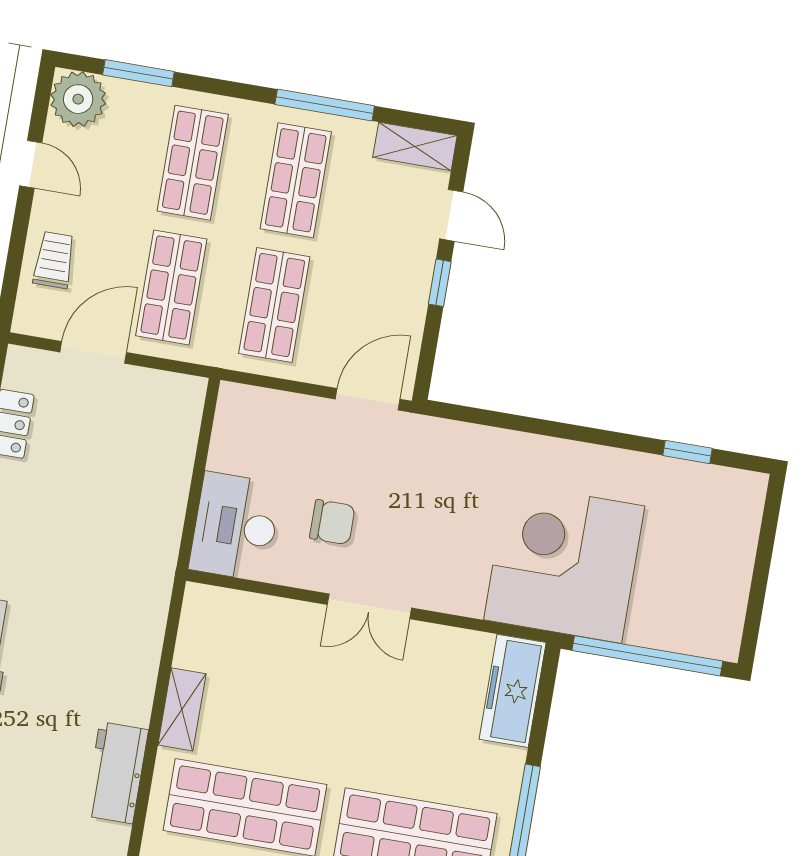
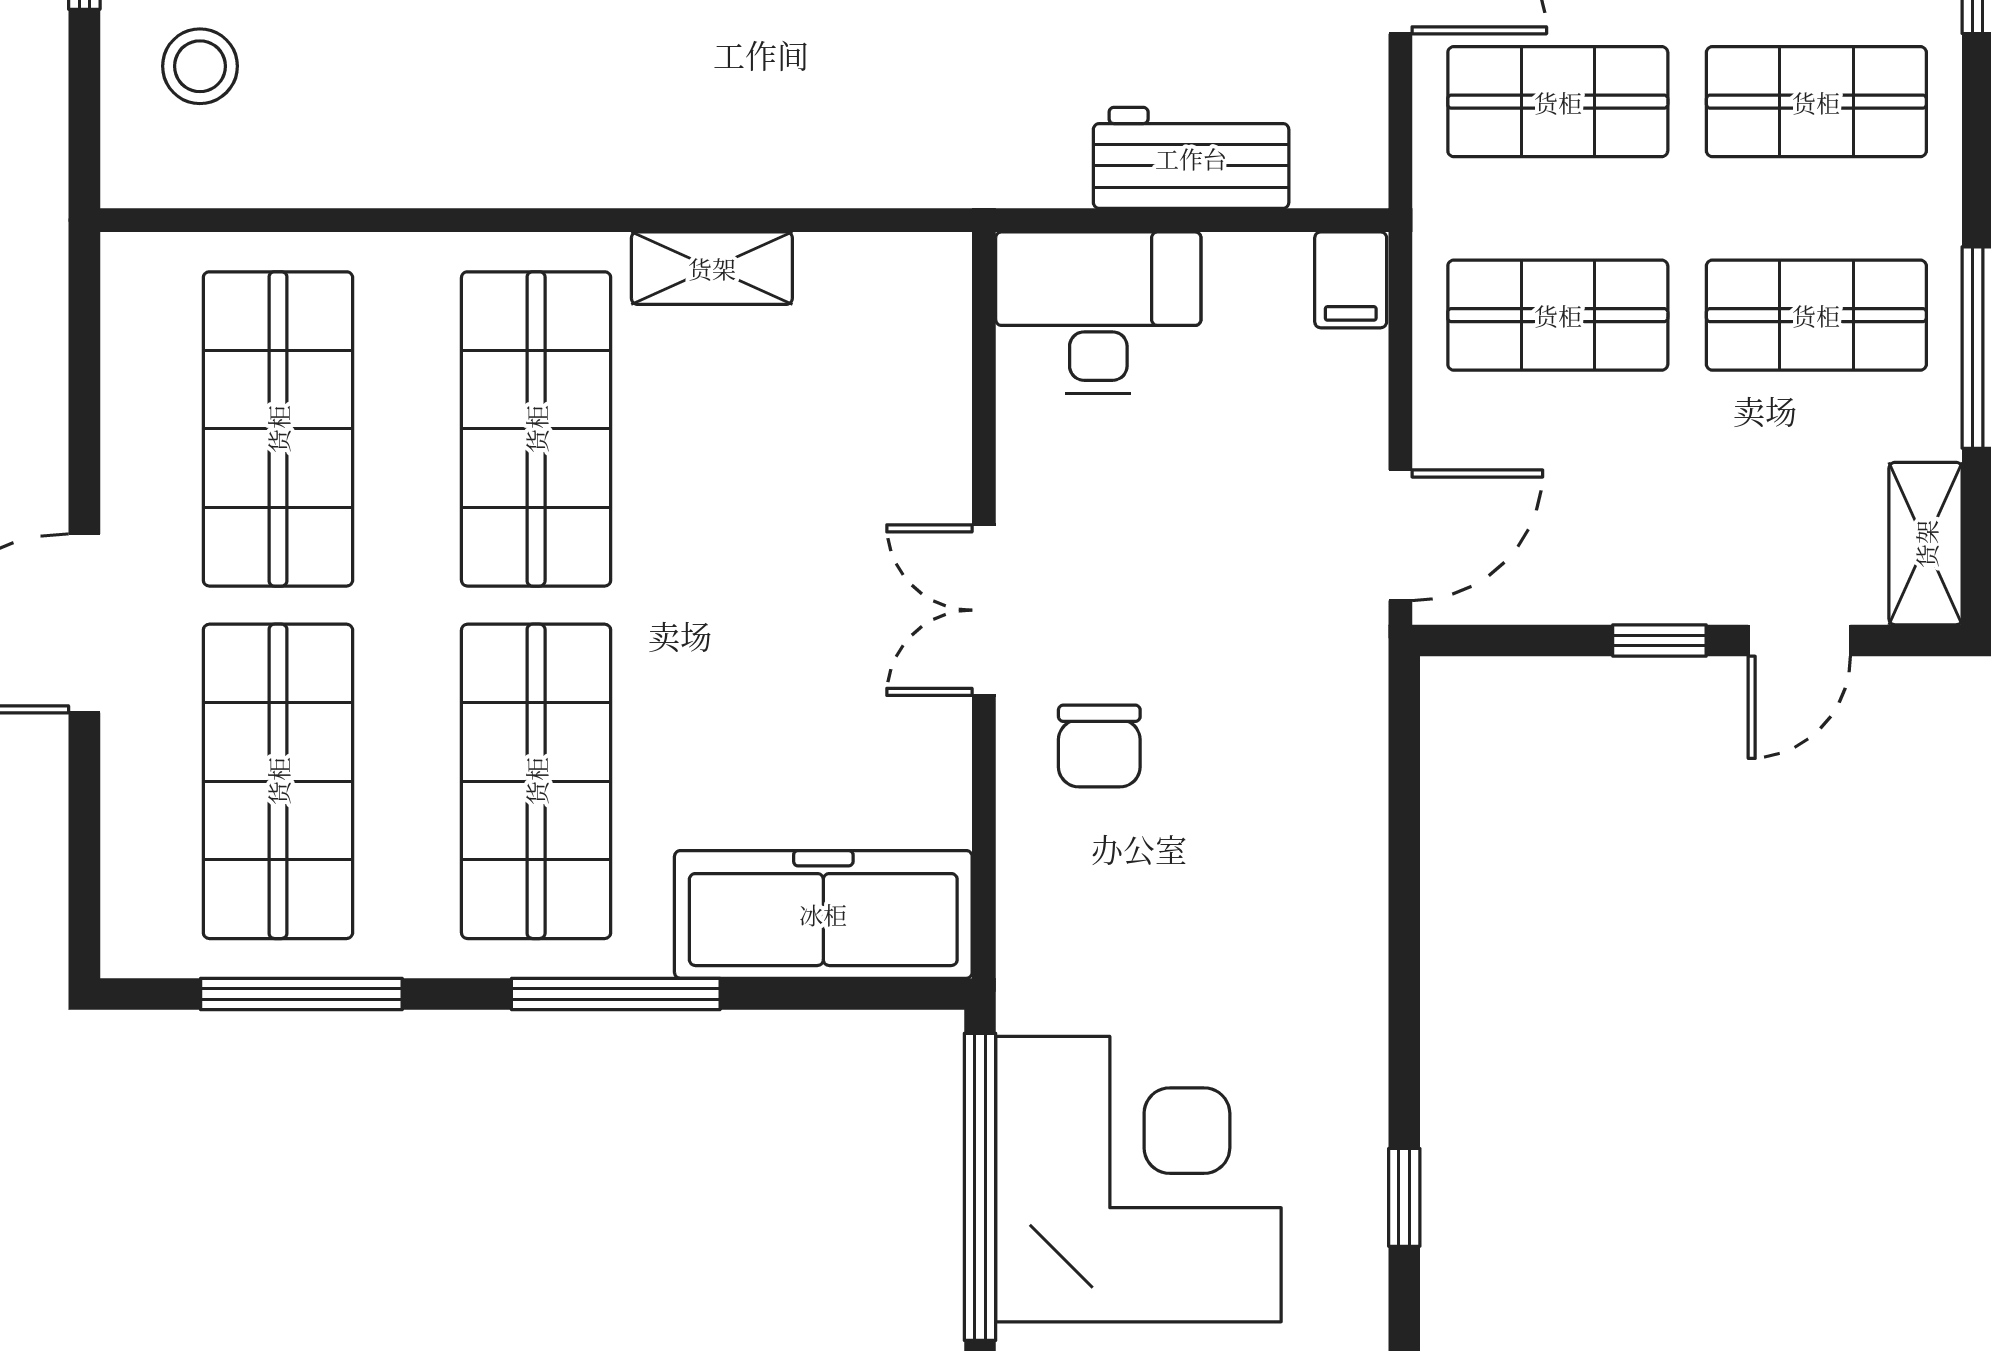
door: (368, 399) -> (1400, 535), hinge flipped
filing cabinet: (240, 402) -> (1351, 280), added
chair: (332, 522) -> (1099, 746), moved
corner desk: (564, 563) -> (1138, 1179), moved
freezer: (513, 691) -> (823, 914), width x1.36, depth x1.26
workbench: (116, 773) -> (1191, 158), moved

